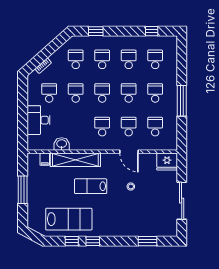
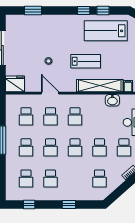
window: (96, 31) -> (69, 205), moved
school desk: (102, 59) -> (75, 179), removed

